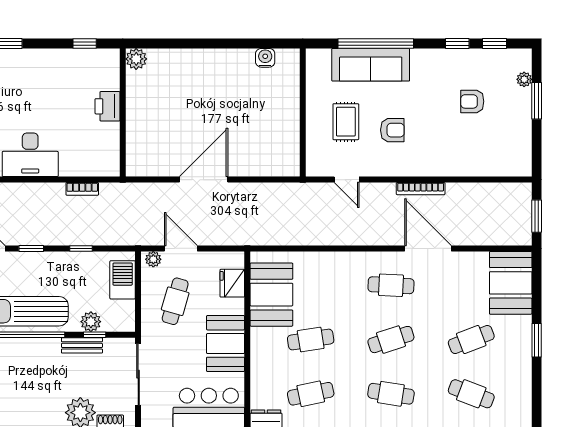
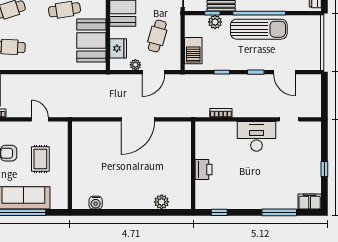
plant: (136, 59) -> (162, 202), moved
door: (181, 248) -> (153, 72), hinge flipped
plant: (153, 259) -> (135, 65), moved

